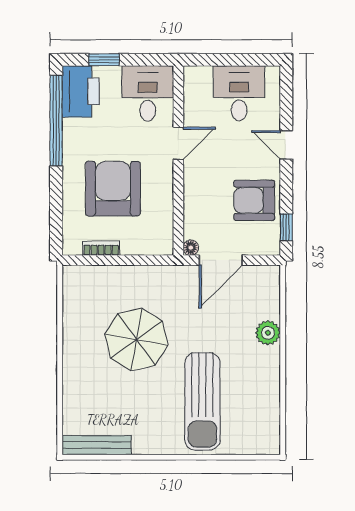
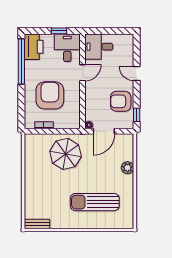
window: (104, 60) -> (59, 31), moved
desk: (239, 93) -> (99, 47), moved, turned -90
parasol: (136, 339) -> (66, 154), moved
sun lounger: (202, 401) -> (95, 202), turned 90
bench: (97, 445) -> (37, 224), width x0.73

